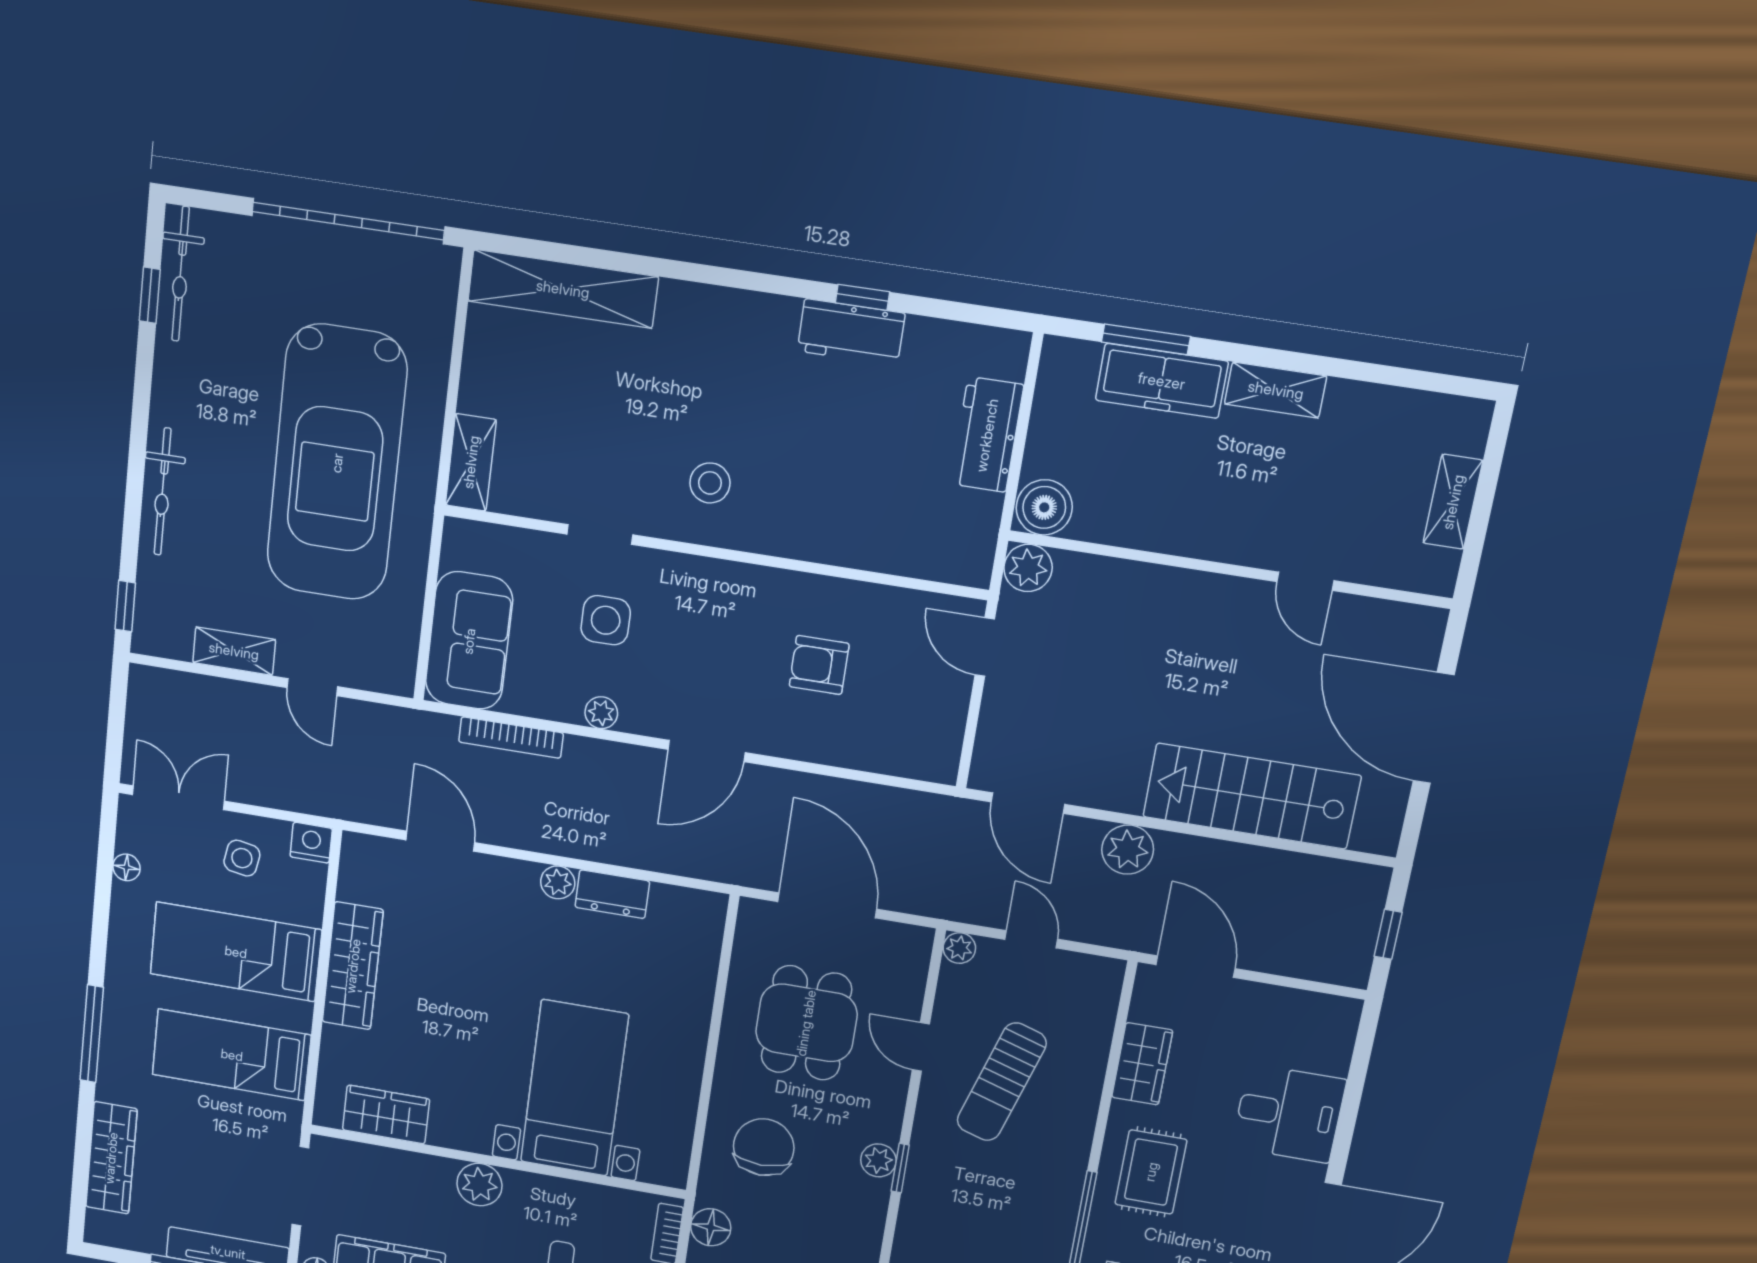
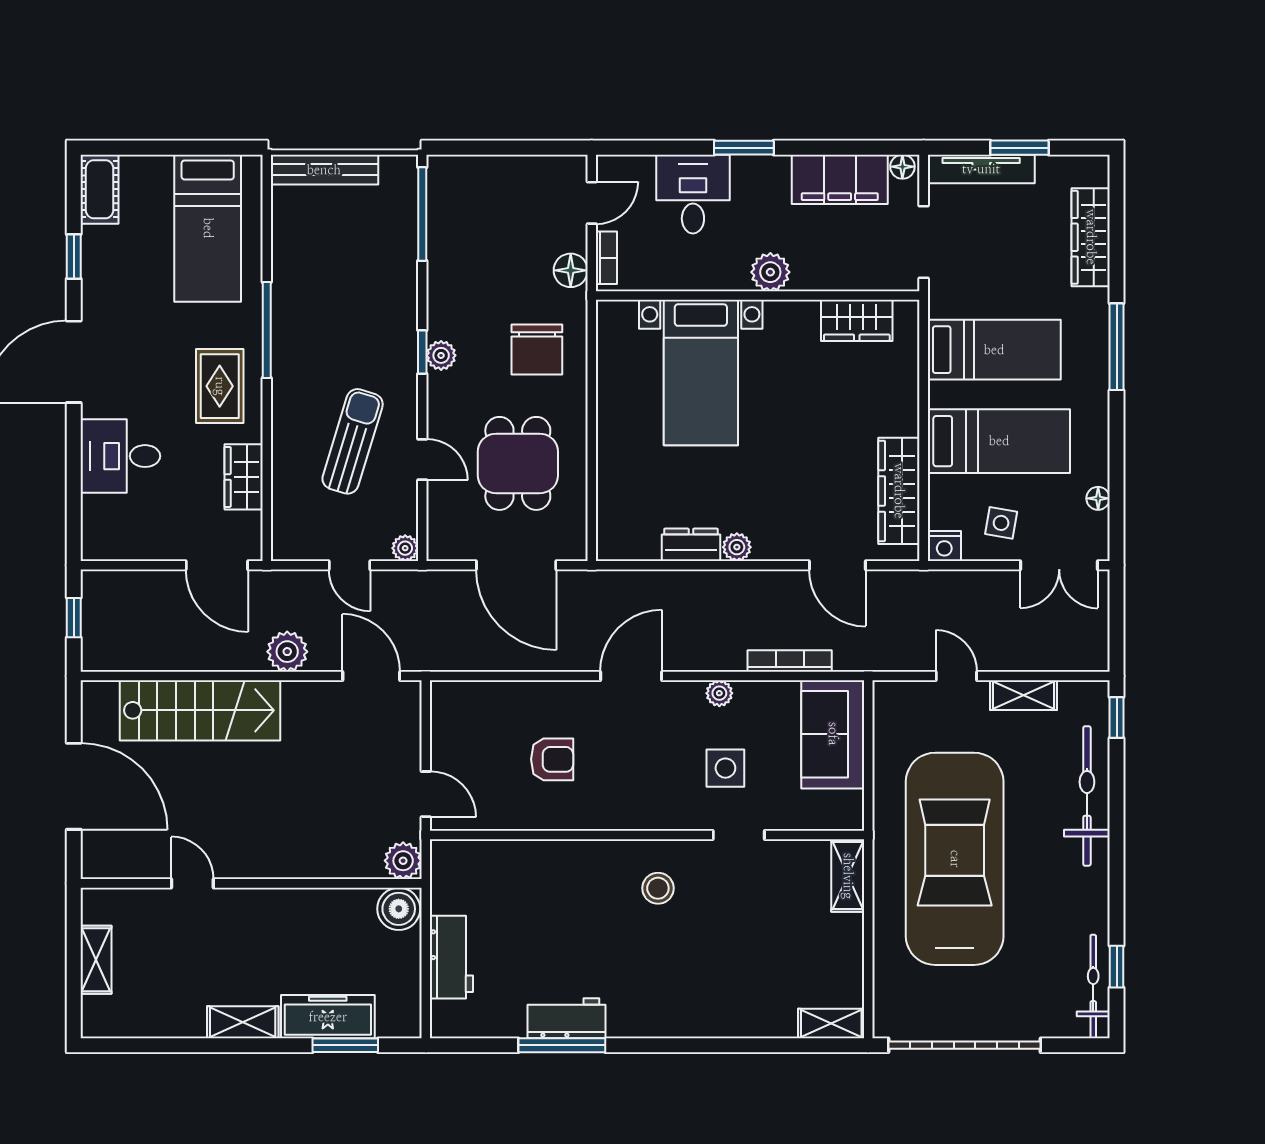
shelving: (563, 289) -> (831, 1023), width x0.45, depth x0.75
window: (862, 297) -> (562, 1045), width x2.17
bicycle: (163, 492) -> (1087, 796), width x1.37, depth x1.40
wardrobe: (353, 966) -> (899, 491), moved

